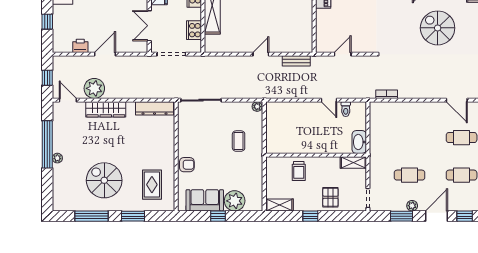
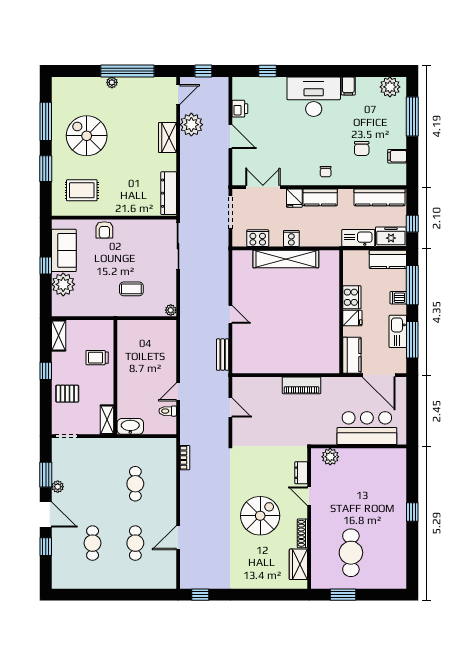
wardrobe: (106, 109) -> (167, 138), width x0.67
cafe table: (409, 175) -> (135, 484), moved
spiral stairs: (104, 180) -> (87, 136), turned -90

